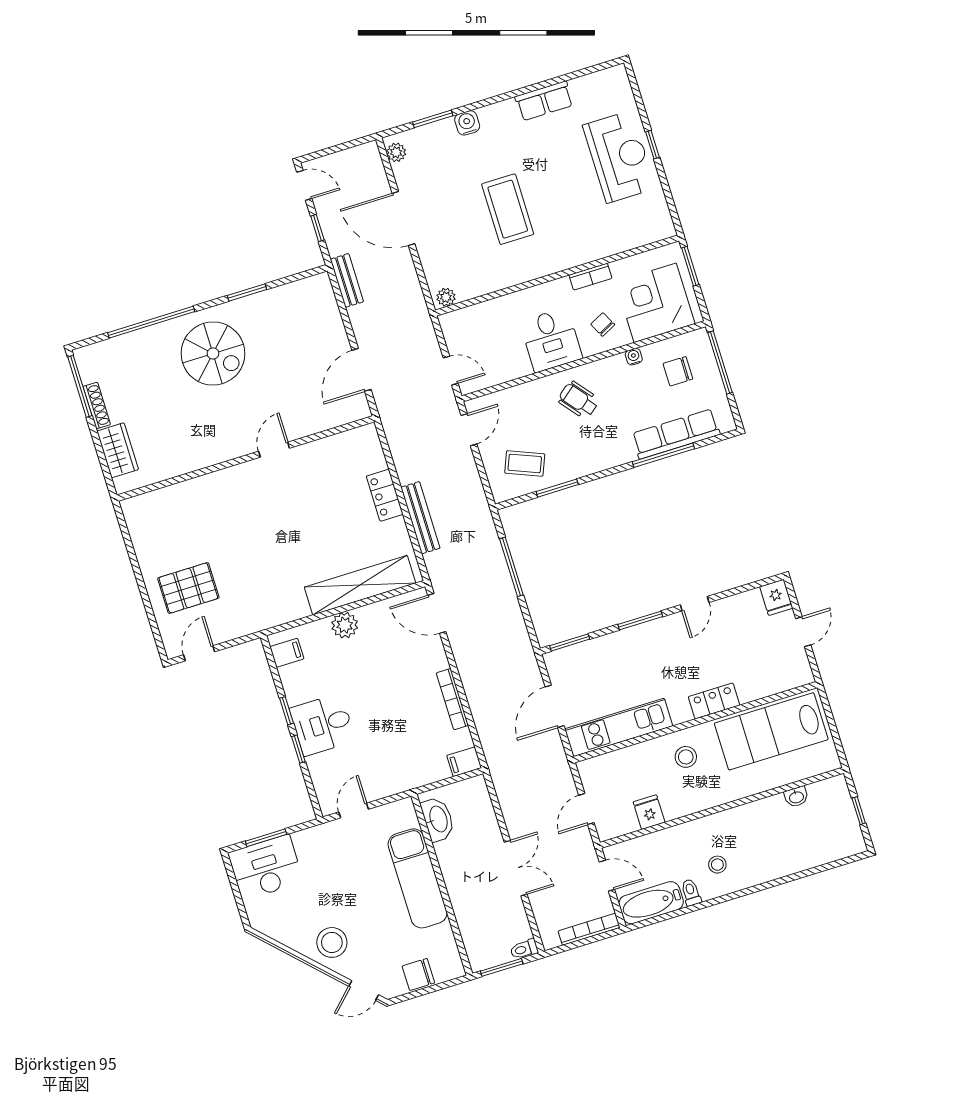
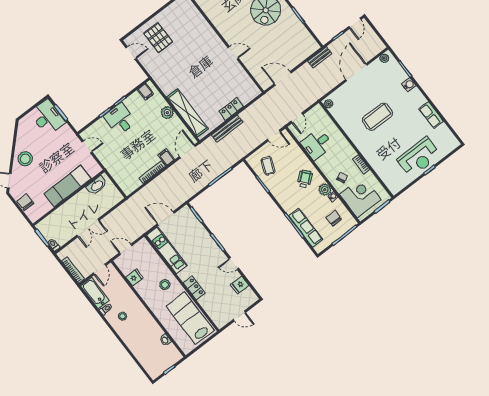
desk: (551, 340) -> (317, 144), moved
plant: (614, 368) -> (325, 190), added
fridge: (776, 597) -> (240, 285), moved
filing cabinet: (464, 762) -> (166, 157), moved

